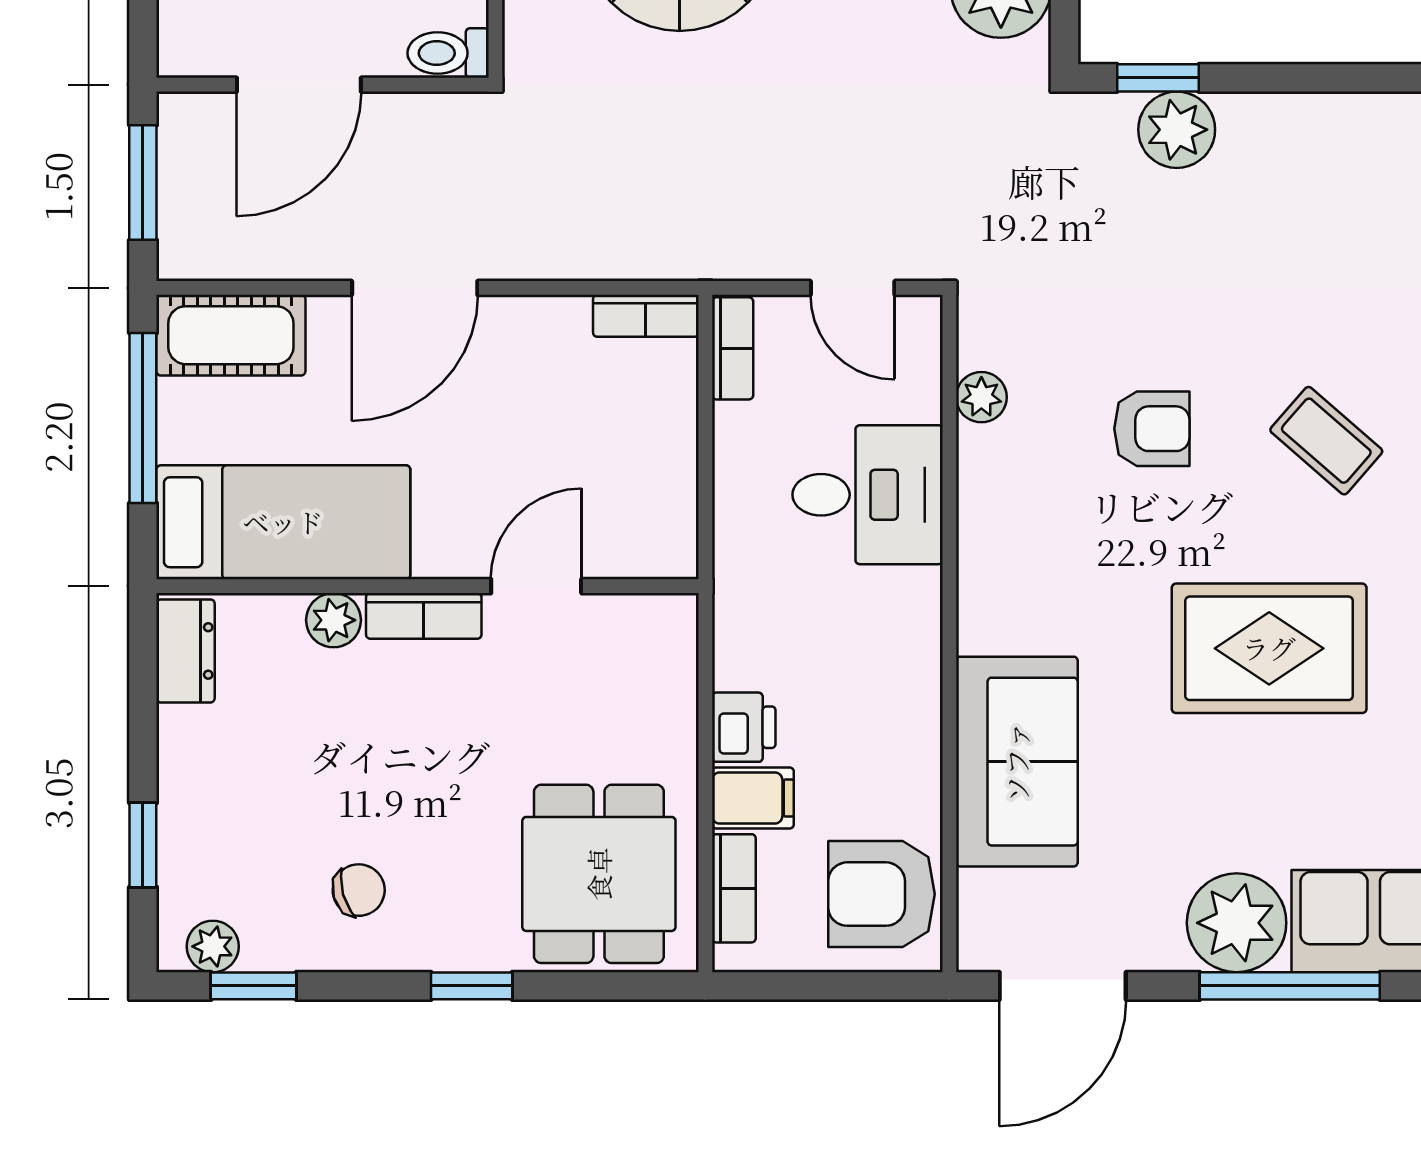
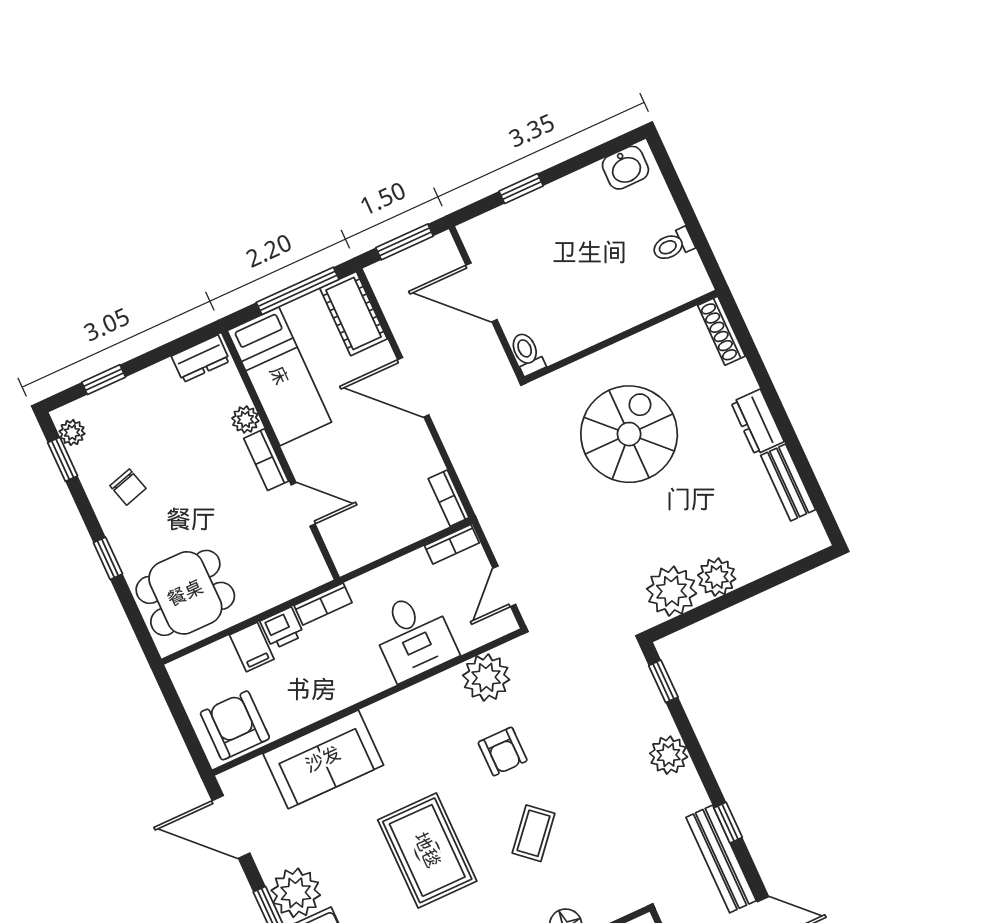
plant: (1177, 130) -> (669, 755), moved
plant: (981, 397) -> (486, 678), width x1.88, depth x1.88
bookcase: (734, 888) -> (323, 604), moved

